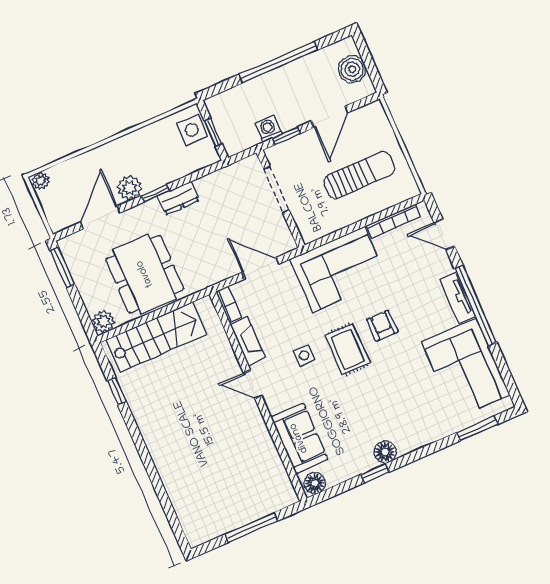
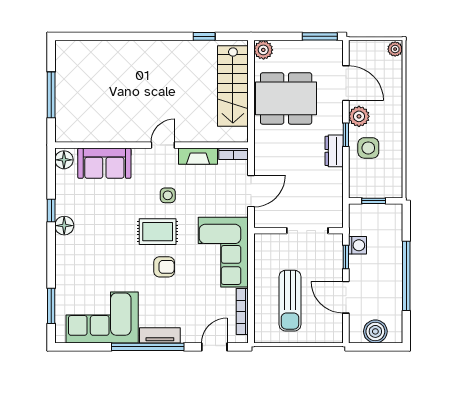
side table: (192, 130) -> (368, 148), moved

